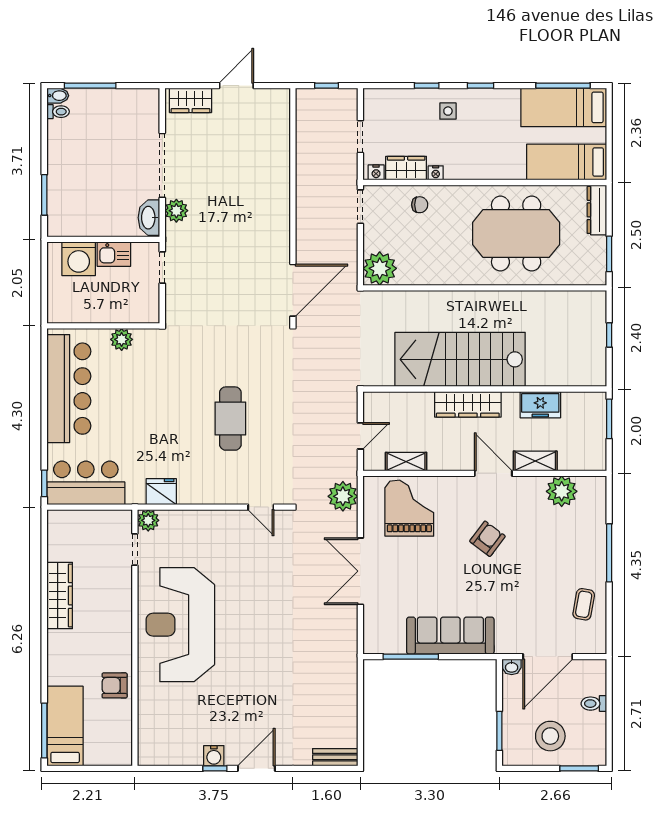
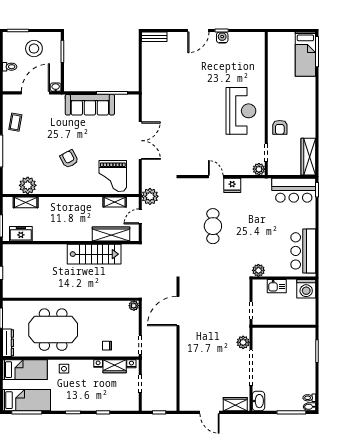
door: (236, 86) -> (210, 412), hinge flipped
side table: (448, 111) -> (64, 369), moved
washbasin: (149, 218) -> (258, 401), moved
kitchen sink: (114, 254) -> (277, 286), moved, turned 180
washing machine: (79, 259) -> (306, 289), moved, turned 180
plant: (380, 268) -> (134, 306), width x0.53, depth x0.53
door: (293, 290) -> (178, 311), moved
plant: (122, 339) -> (258, 270), moved
stairs: (460, 359) -> (94, 254), width x0.73, depth x0.66
bar counter: (69, 389) -> (303, 251), width x0.73
wardrobe: (468, 404) -> (111, 234), moved
freezer: (540, 405) -> (21, 234), moved
shelving: (535, 461) -> (26, 202), moved
door: (493, 473) -> (66, 195), removed
fridge: (161, 492) -> (232, 185), moved
plant: (343, 496) -> (150, 196), moved
door: (261, 507) -> (216, 177), moved
armchair: (487, 539) -> (69, 159), turned 115
wardrobe: (60, 595) -> (308, 157), moved
reception desk: (180, 625) -> (241, 111), width x0.74, depth x0.77
armchair: (115, 685) -> (280, 127), moved, turned 90

